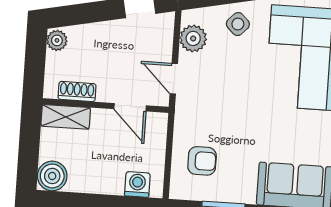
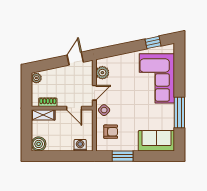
side table: (238, 24) -> (104, 110), moved
door: (174, 79) -> (94, 93), swing flipped

